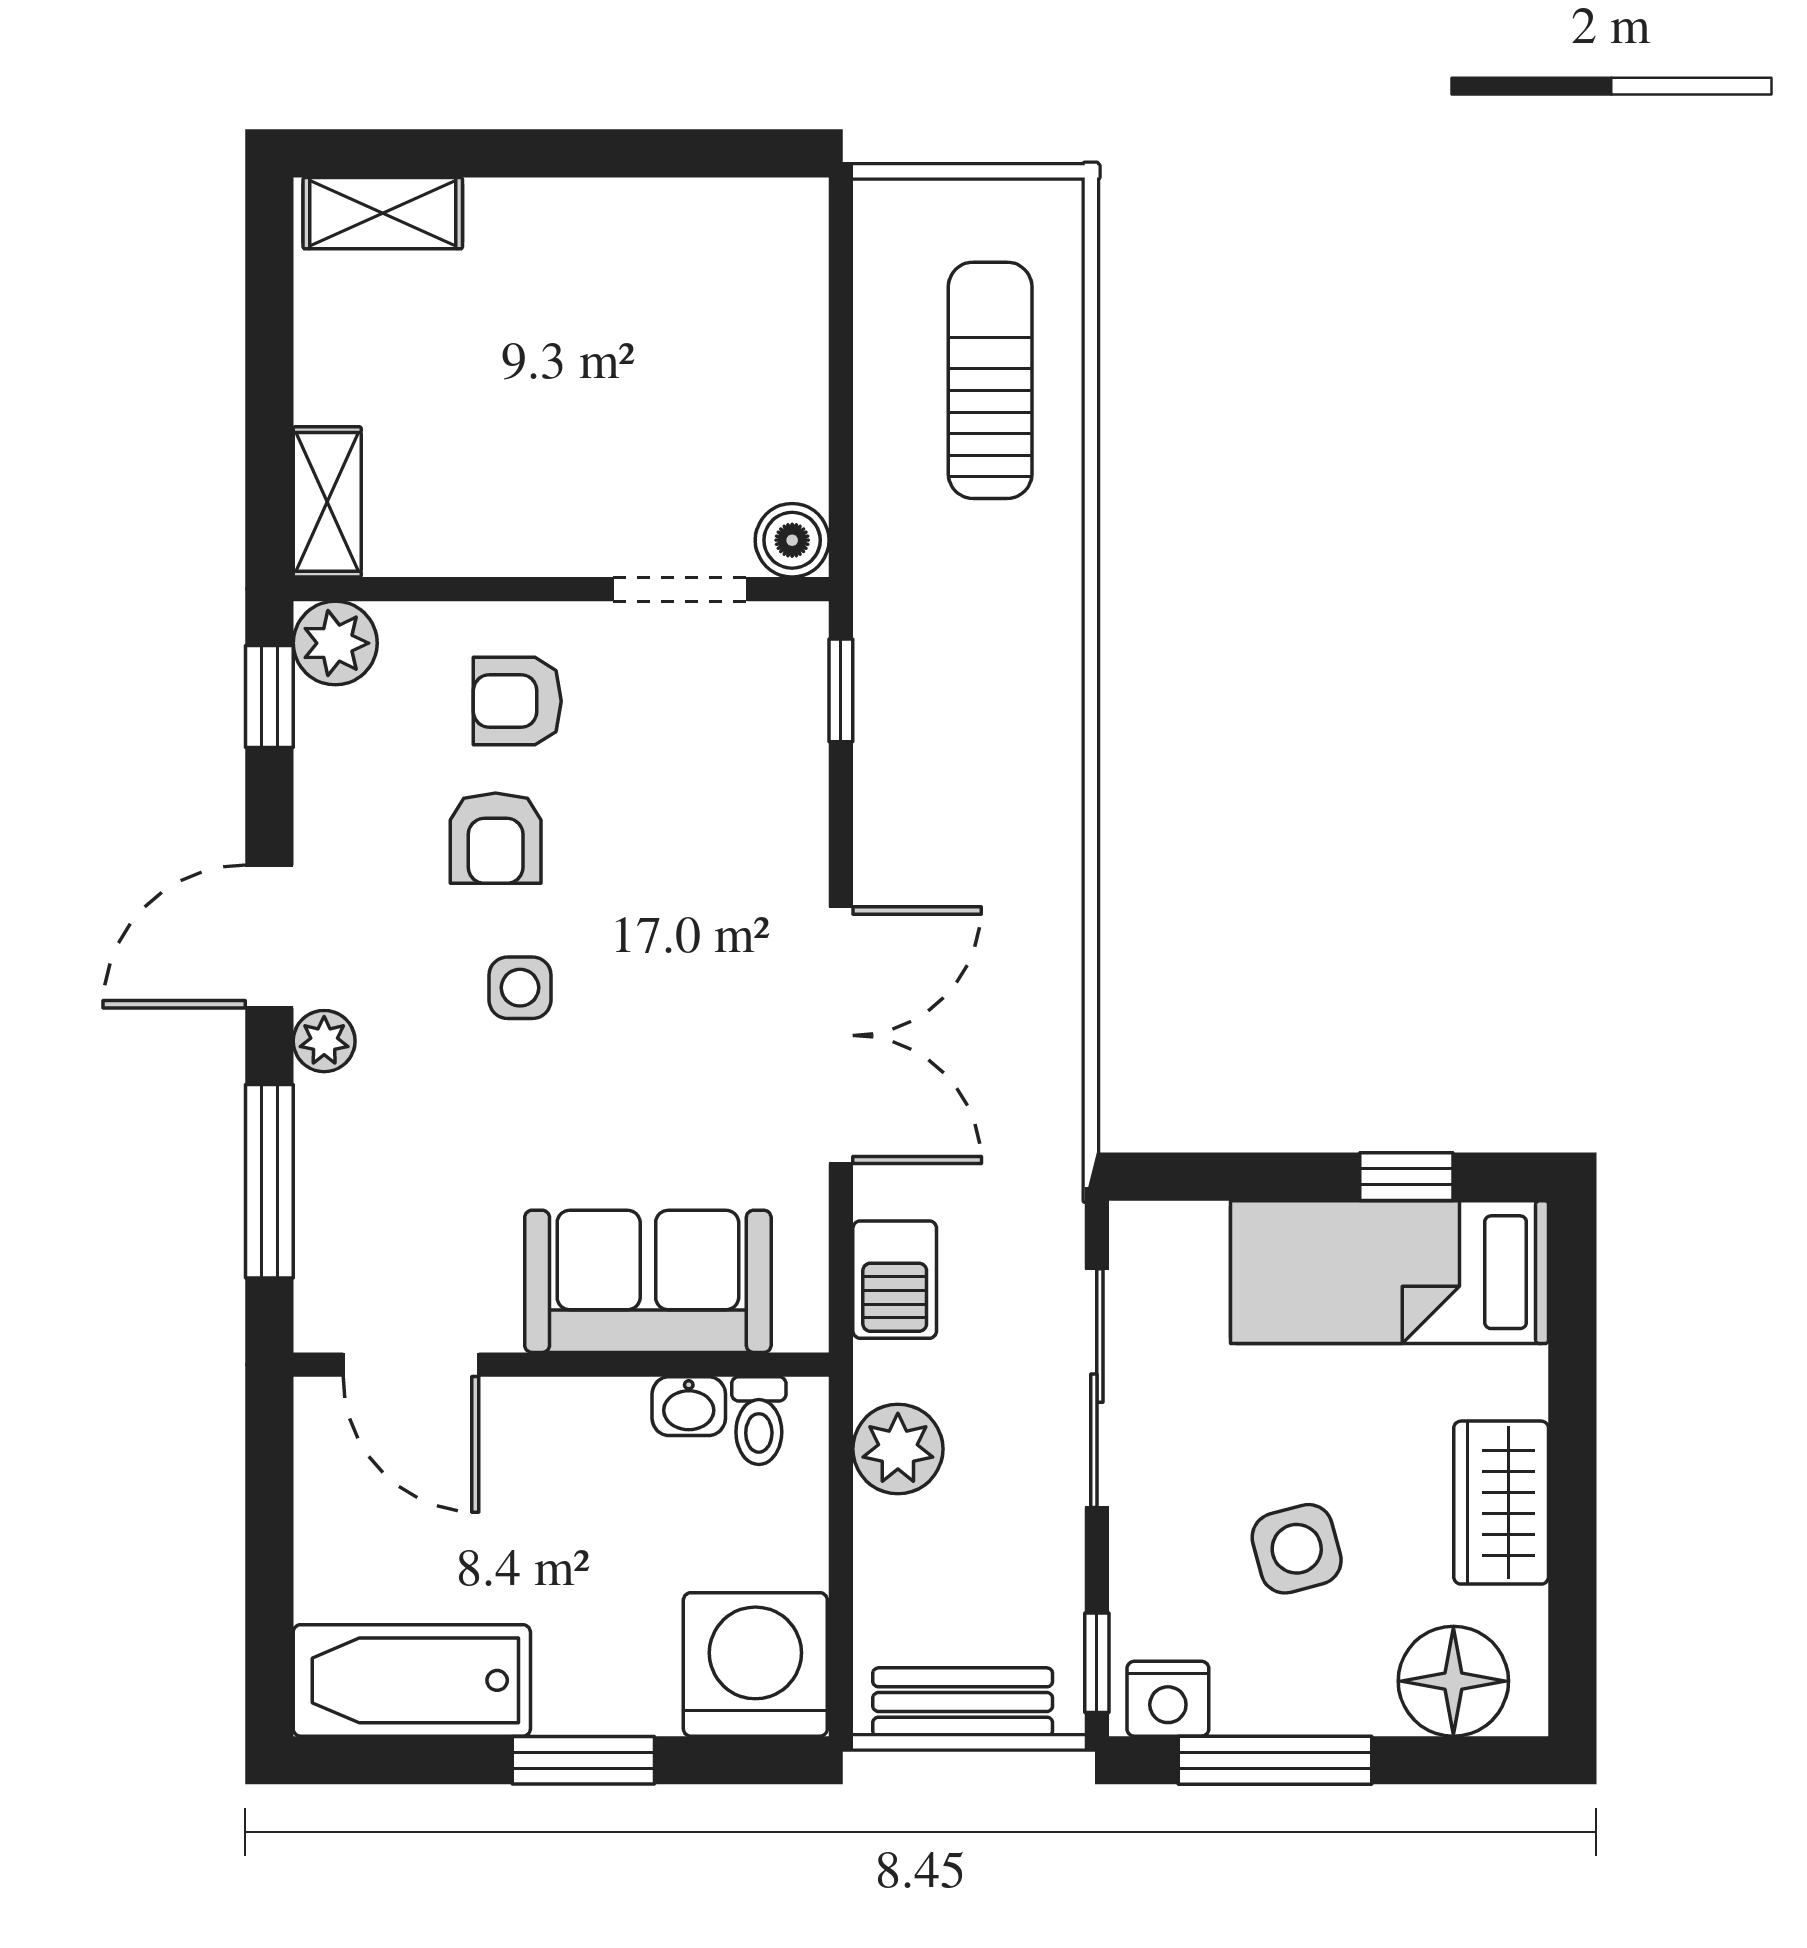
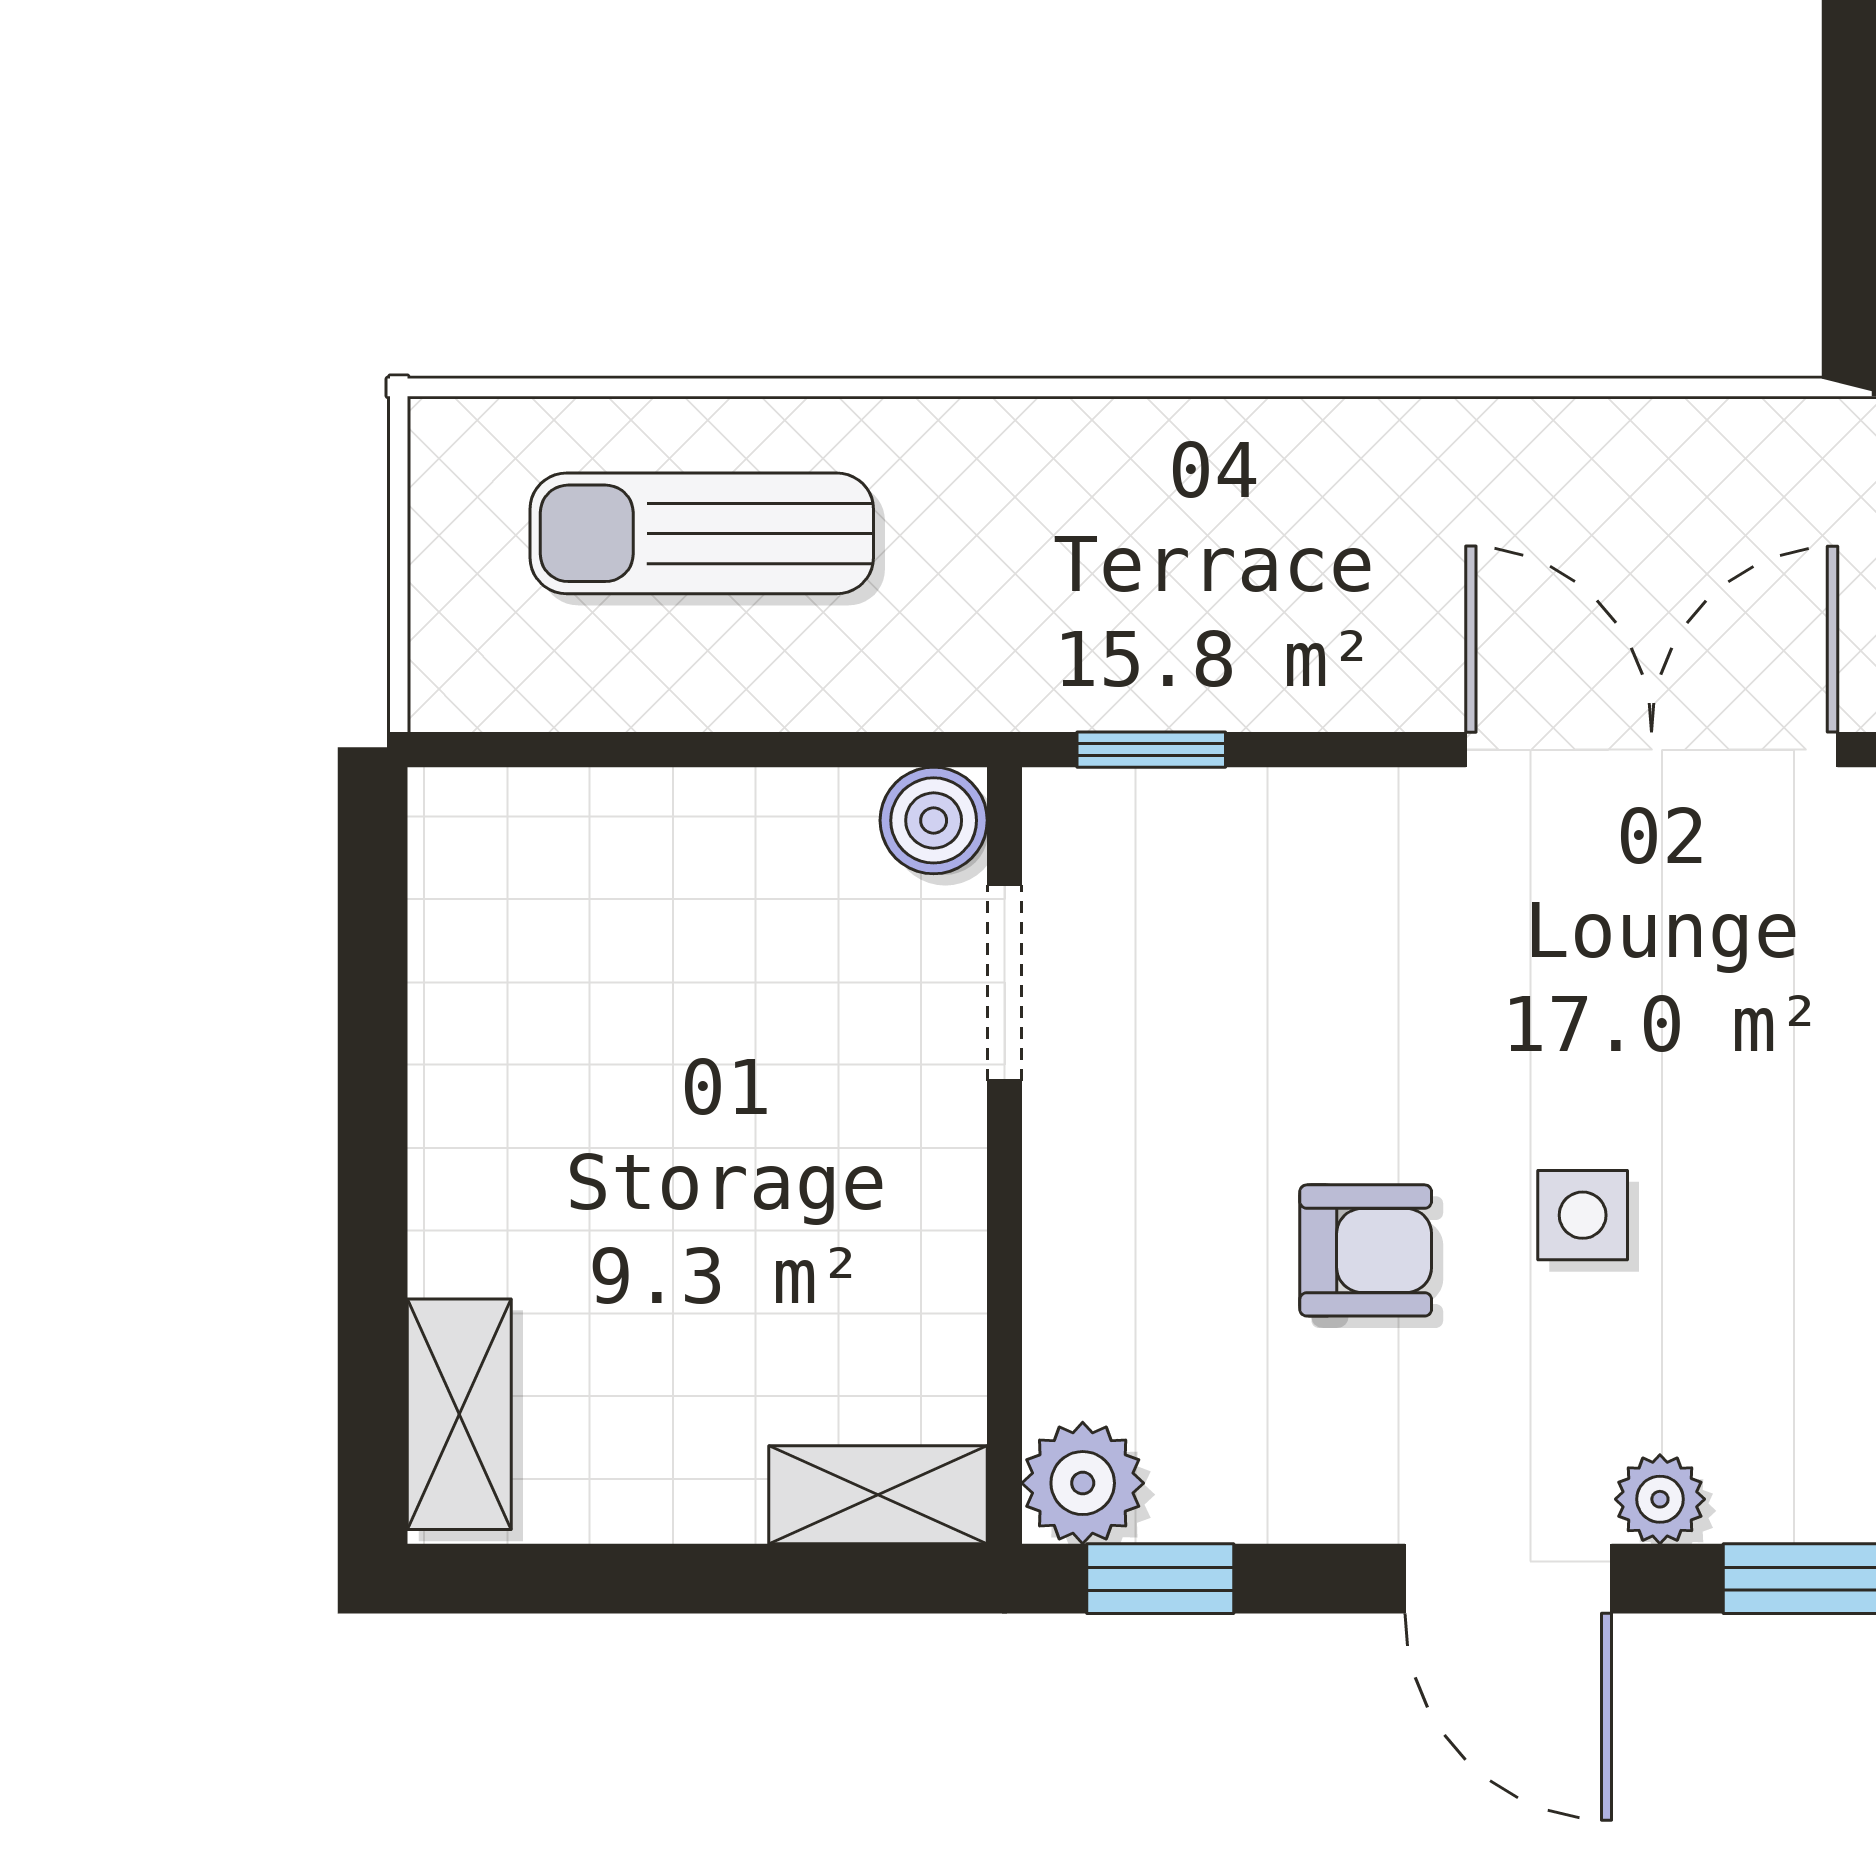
armchair: (517, 701) -> (1167, 1219), removed

